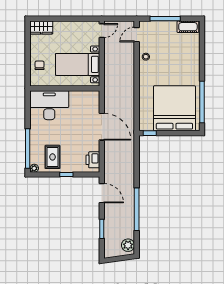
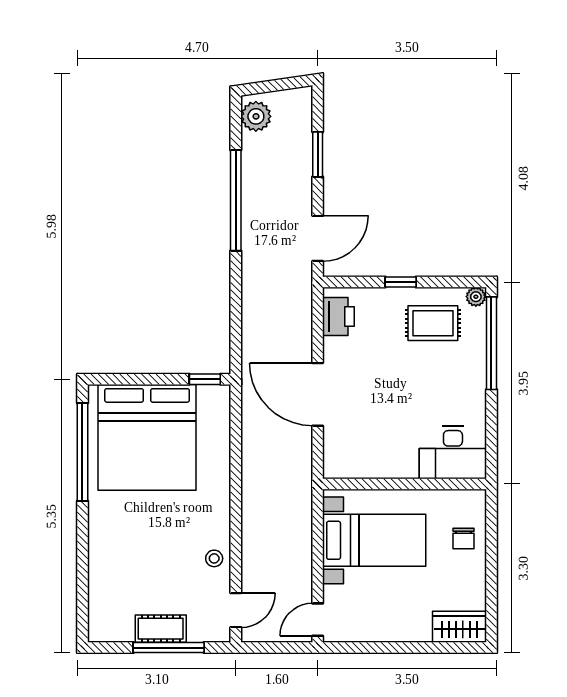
cot: (188, 27) -> (161, 629), moved
desk: (49, 105) -> (453, 453), width x0.73, depth x0.77
rug: (53, 157) -> (433, 323), turned 90
door: (102, 193) -> (318, 238), swing flipped

